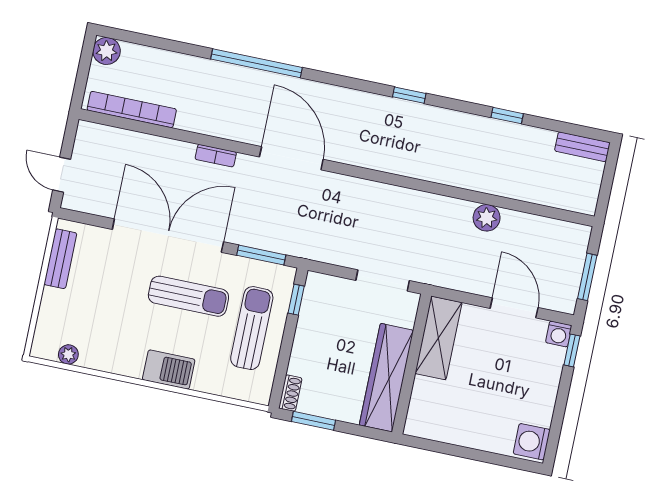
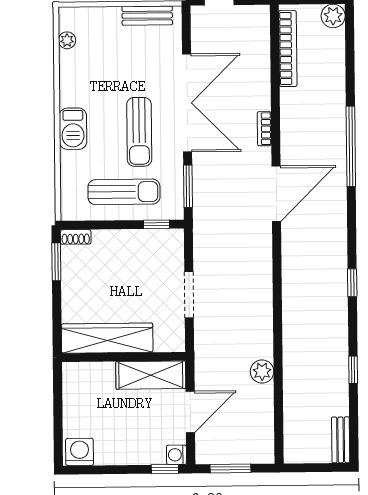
shelving: (439, 338) -> (151, 375), moved
wall: (412, 364) -> (124, 357), moved
wardrobe: (386, 378) -> (107, 338), moved

